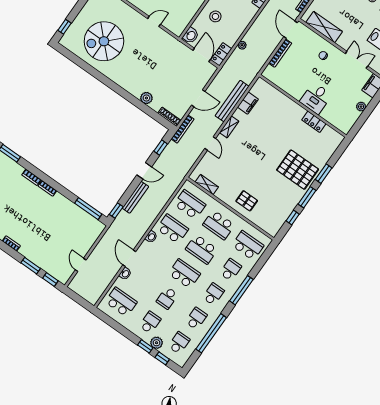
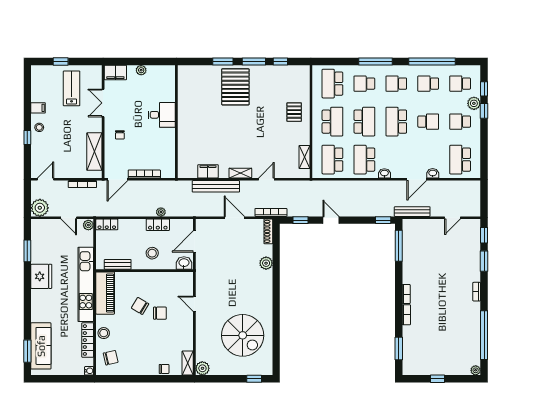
locker: (221, 54) -> (158, 225), moved
locker: (314, 122) -> (184, 102), removed
bench: (135, 197) -> (412, 212), moved

